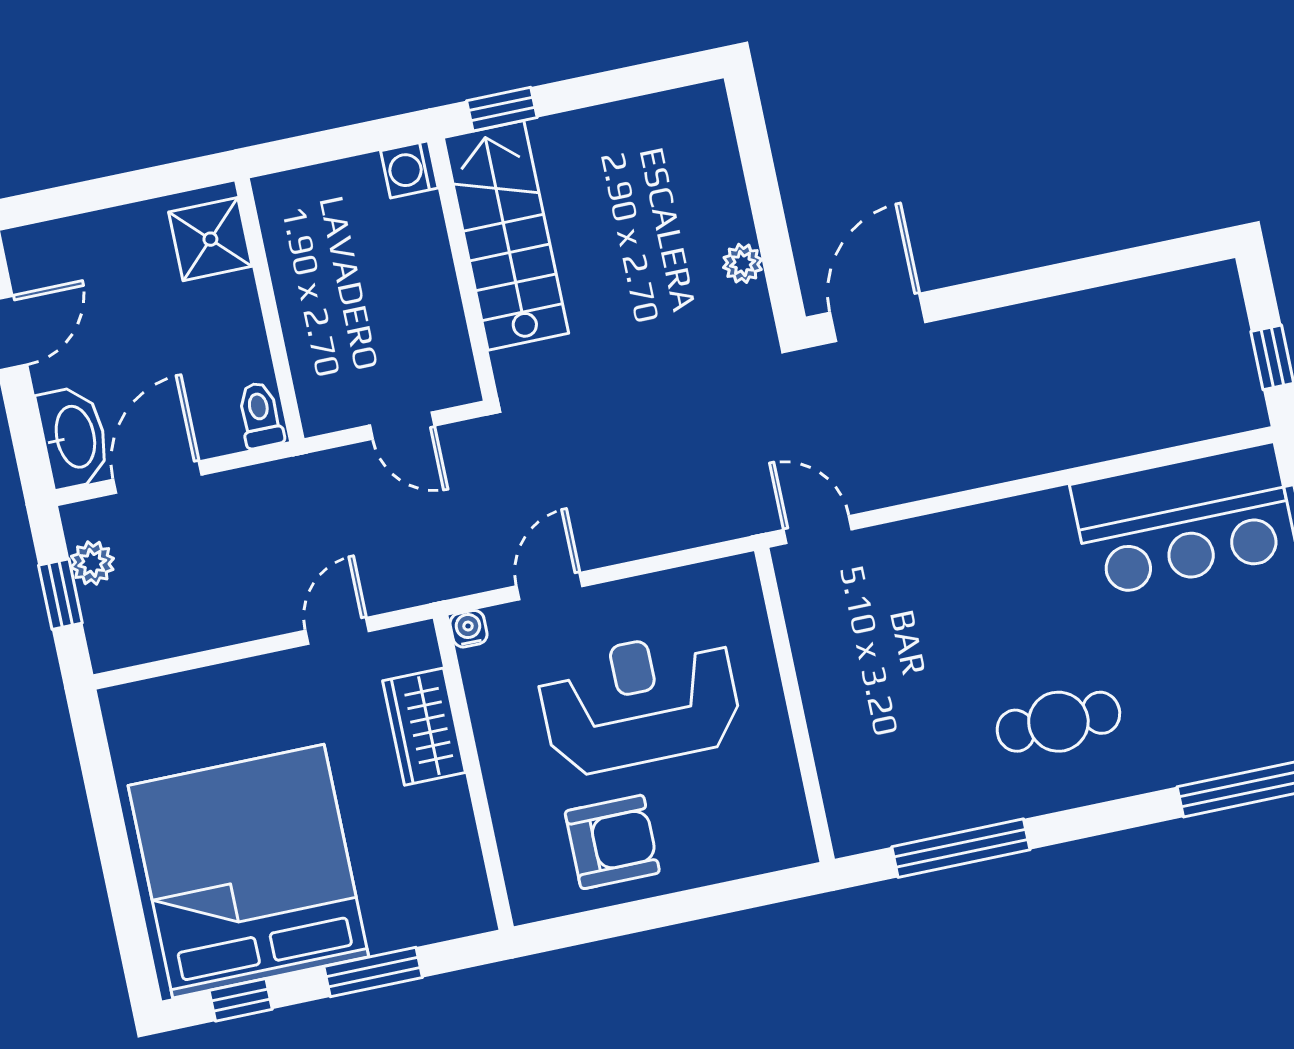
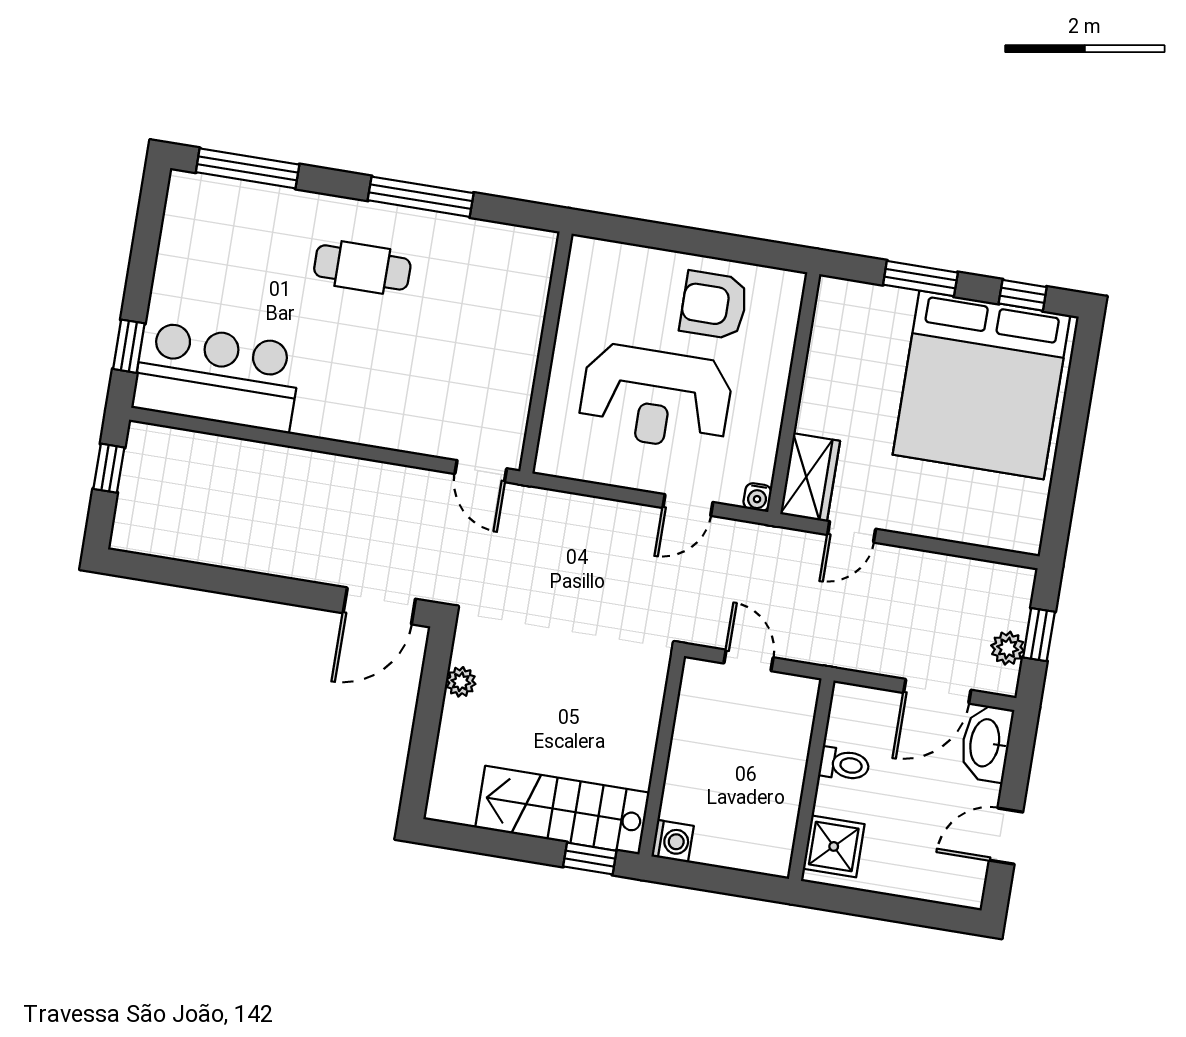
stairs: (506, 235) -> (562, 810), moved, turned 90
toilet: (260, 415) -> (844, 764), moved, turned -90
wardrobe: (424, 727) -> (810, 477), moved
window: (961, 848) -> (421, 197), moved

